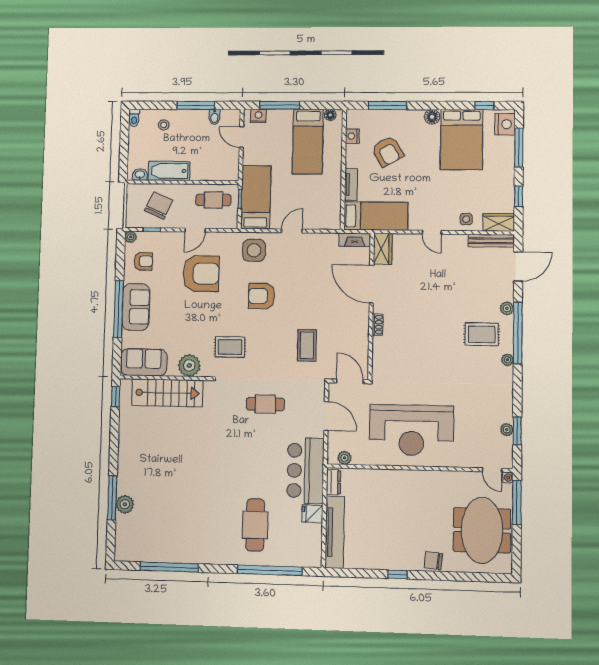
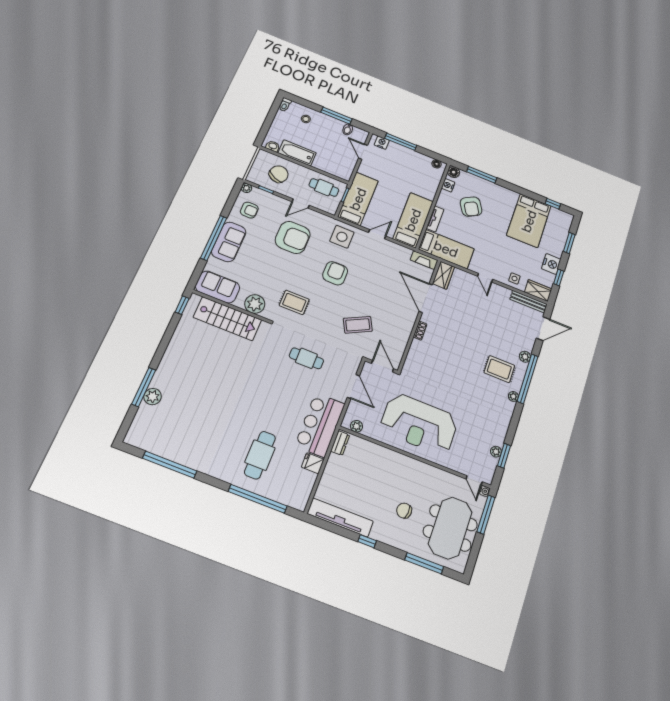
floor lamp: (432, 117) -> (454, 172), moved
nightstand: (505, 124) -> (551, 264), moved
bed: (308, 142) -> (413, 220), moved, turned 180
window: (519, 147) -> (569, 243), width x0.69
armchair: (262, 296) -> (335, 273), turned 90
coffee table: (307, 345) -> (358, 325), turned 63
tv unit: (335, 532) -> (340, 517), moved, turned -90
chair: (433, 561) -> (404, 511), moved
window: (466, 577) -> (424, 563), added

